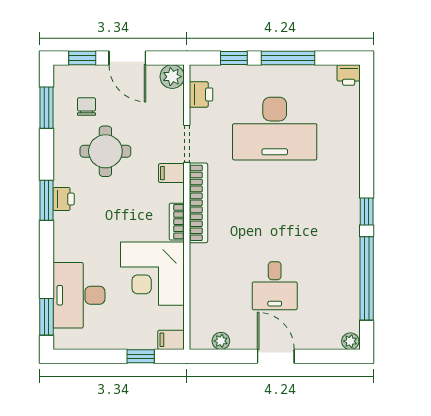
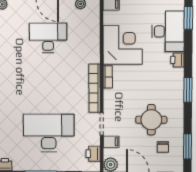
filing cabinet: (171, 173) -> (111, 142), moved
printer: (64, 199) -> (177, 60), moved
desk: (275, 286) -> (48, 38), width x1.37

